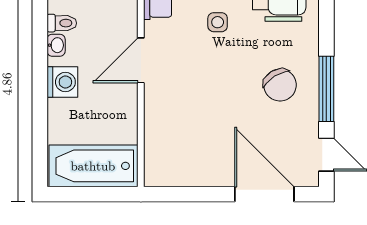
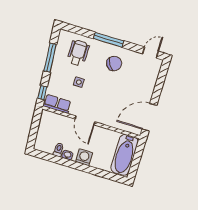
window: (326, 89) -> (109, 40), moved
door: (264, 194) -> (149, 117), moved

